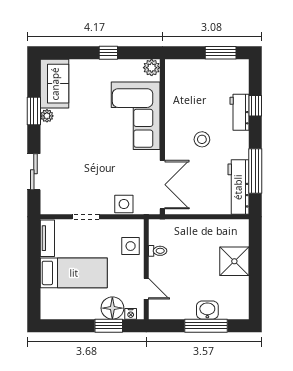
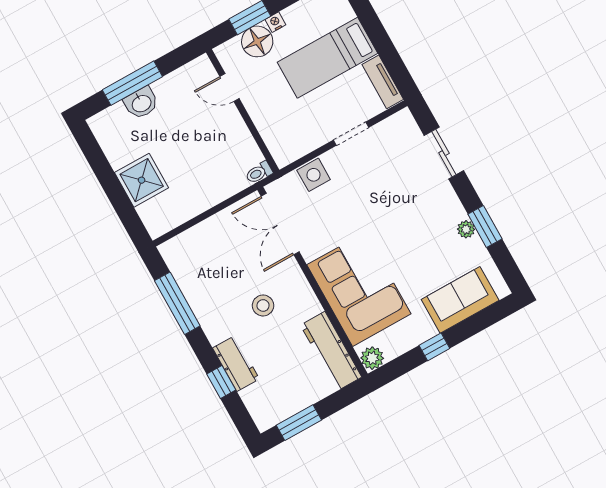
sofa: (55, 84) -> (460, 300), moved, turned 90
workbench: (238, 187) -> (331, 351), moved, turned 180
side table: (131, 246) -> (277, 129), removed
toilet: (158, 251) -> (259, 173), moved
nightstand: (131, 314) -> (275, 22), moved

